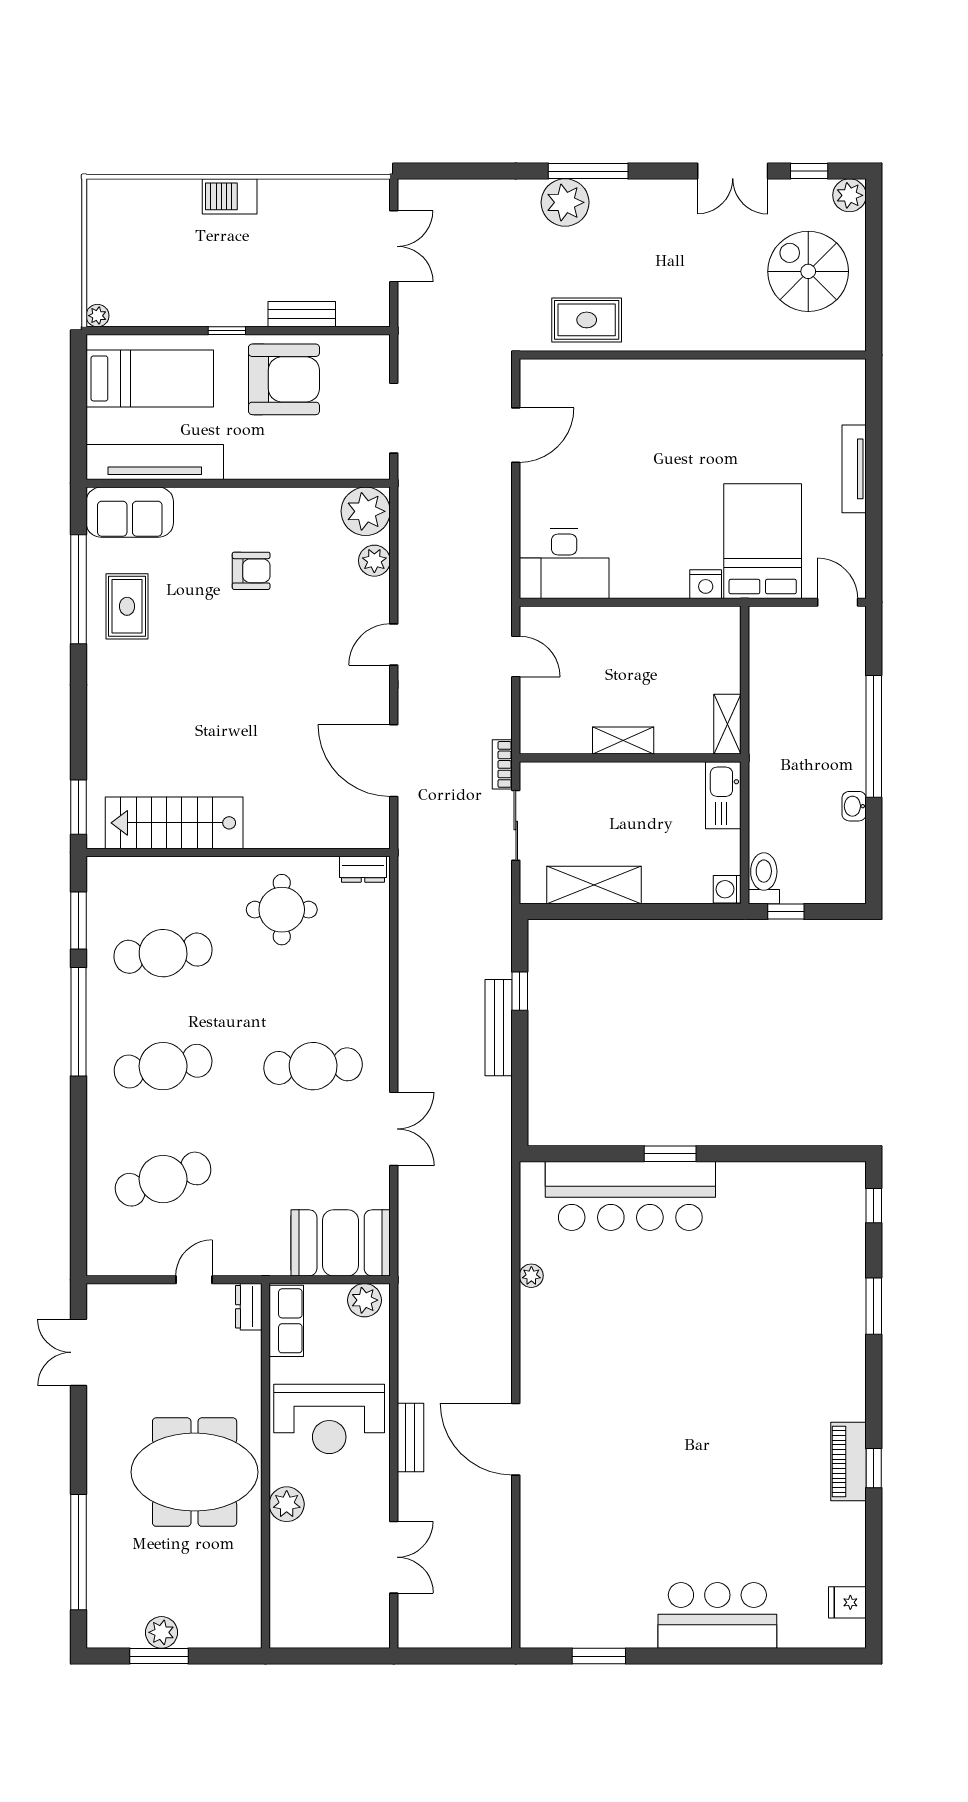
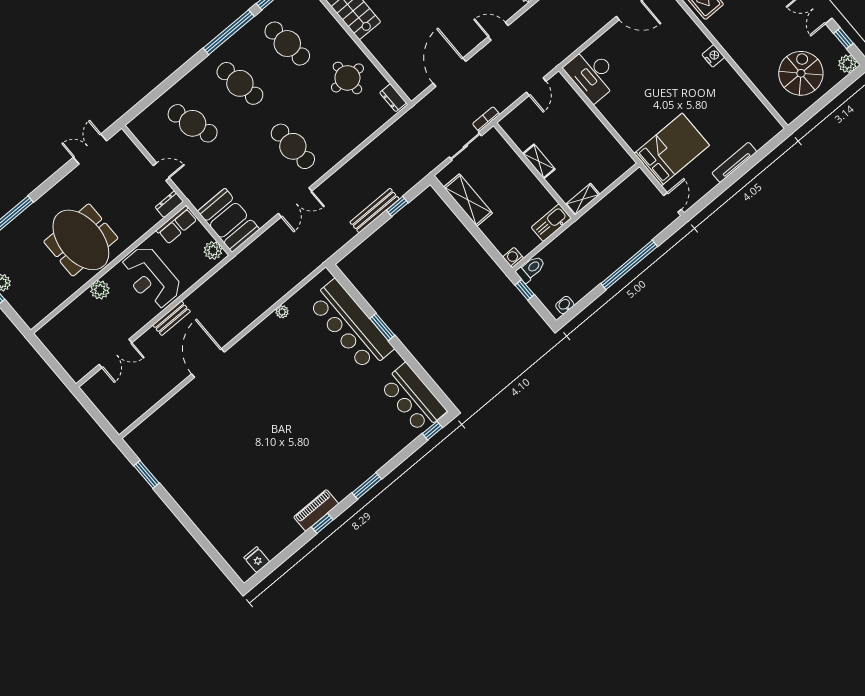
nightstand: (706, 584) -> (713, 56), moved, turned 180
washbasin: (854, 806) -> (565, 305), moved
window: (874, 1306) -> (367, 486), moved
bar counter: (717, 1615) -> (413, 398), moved, turned 180

